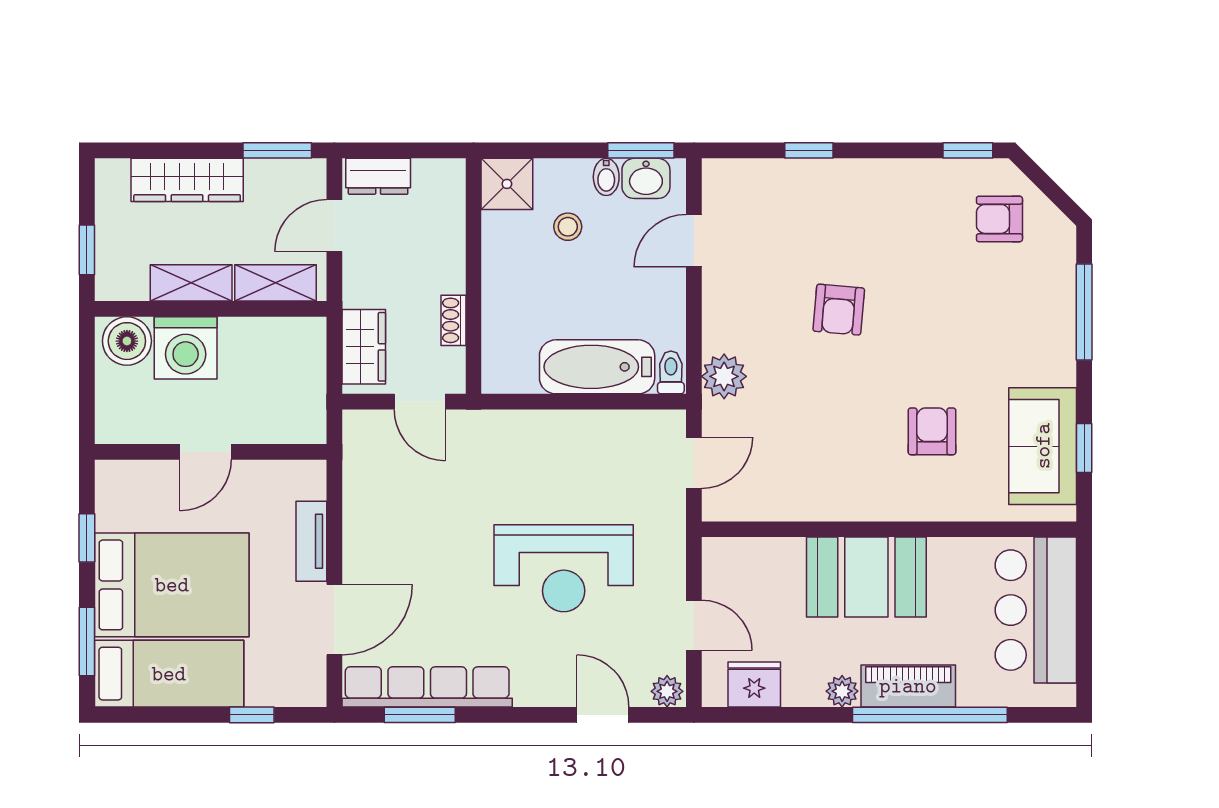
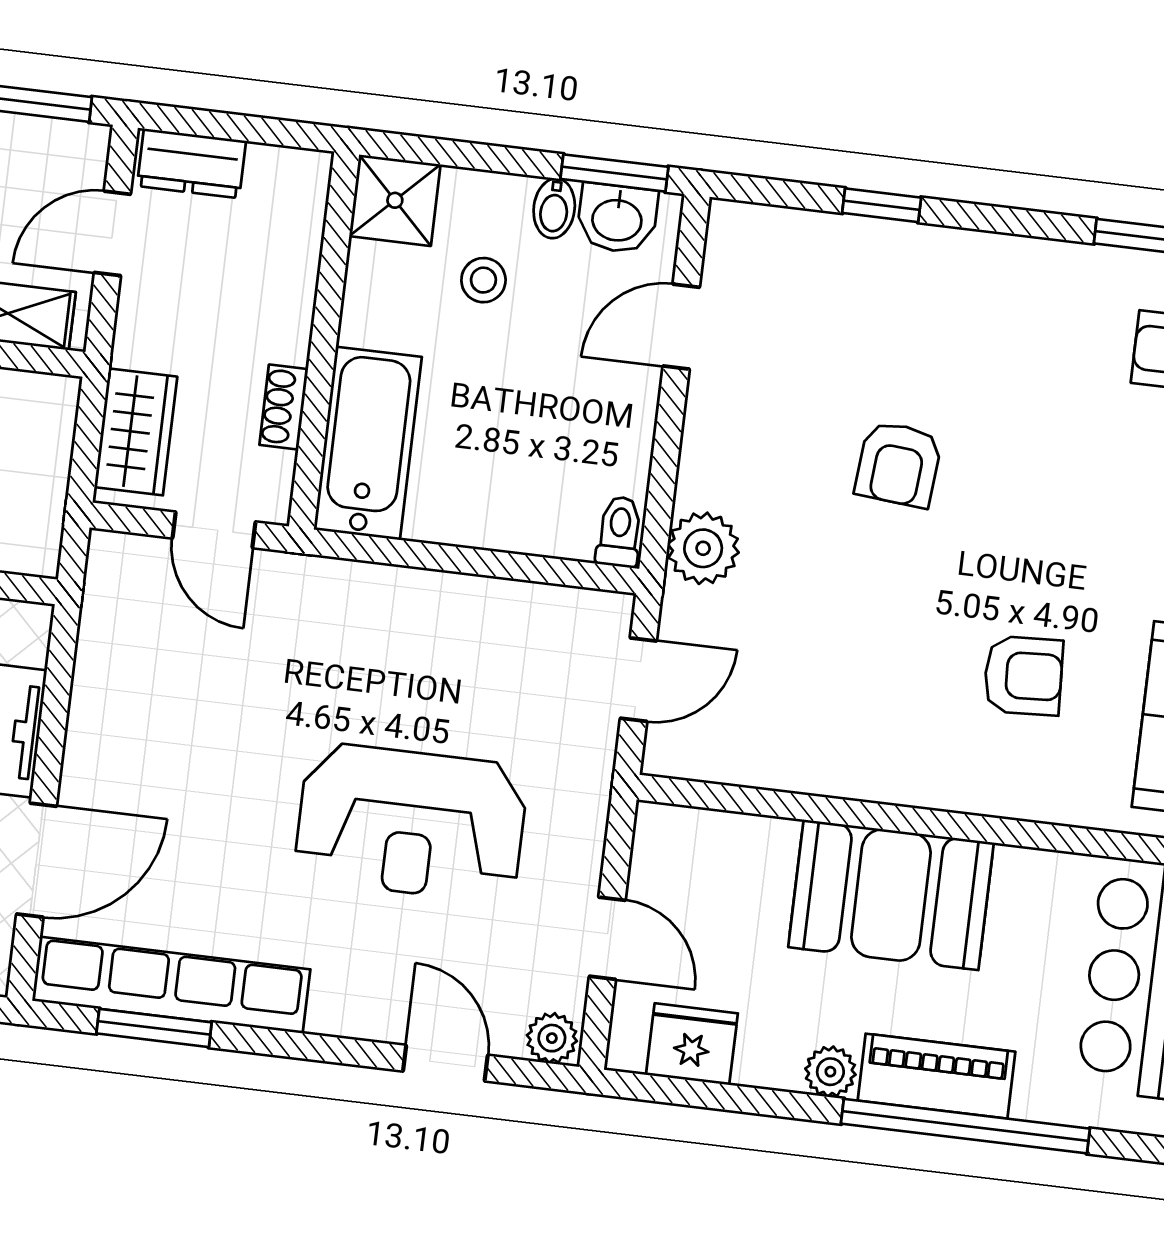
bathtub: (597, 367) -> (368, 443), moved, turned 90
armchair: (932, 431) -> (1023, 676), turned 87

